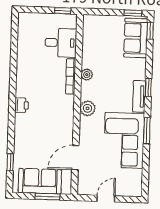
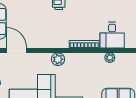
plant: (87, 75) -> (110, 58), moved

